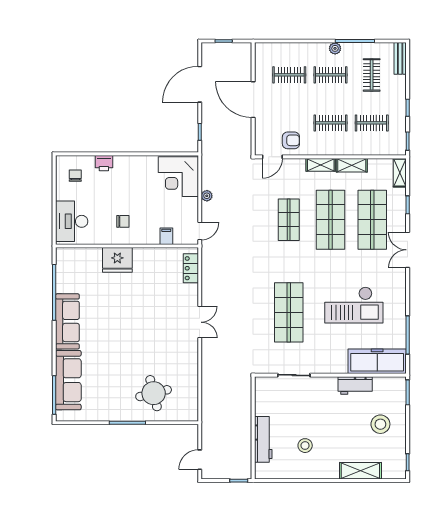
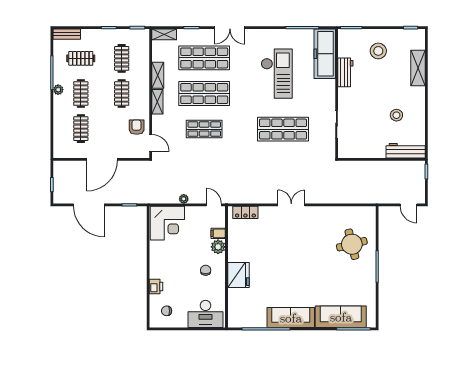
plant: (151, 236) -> (218, 247), added
workbench: (263, 439) -> (406, 151), moved

